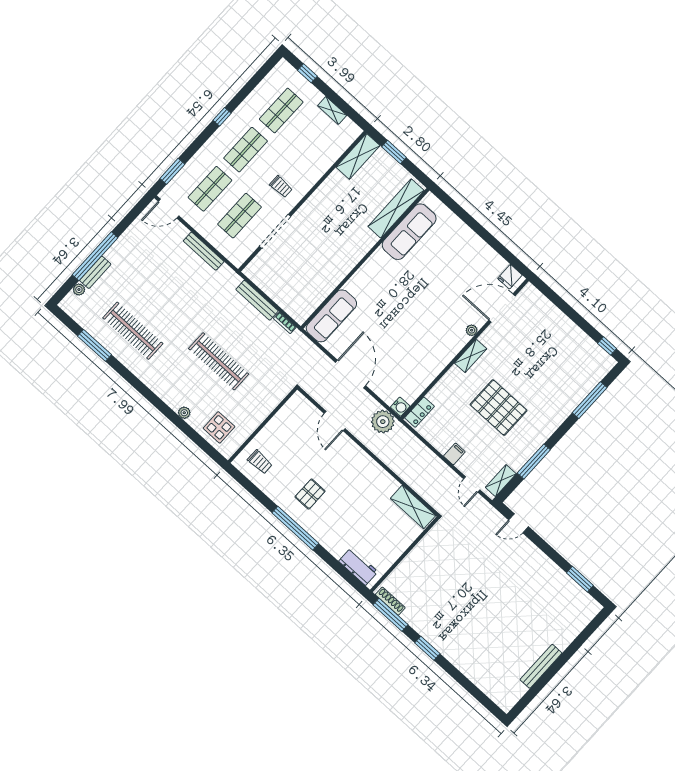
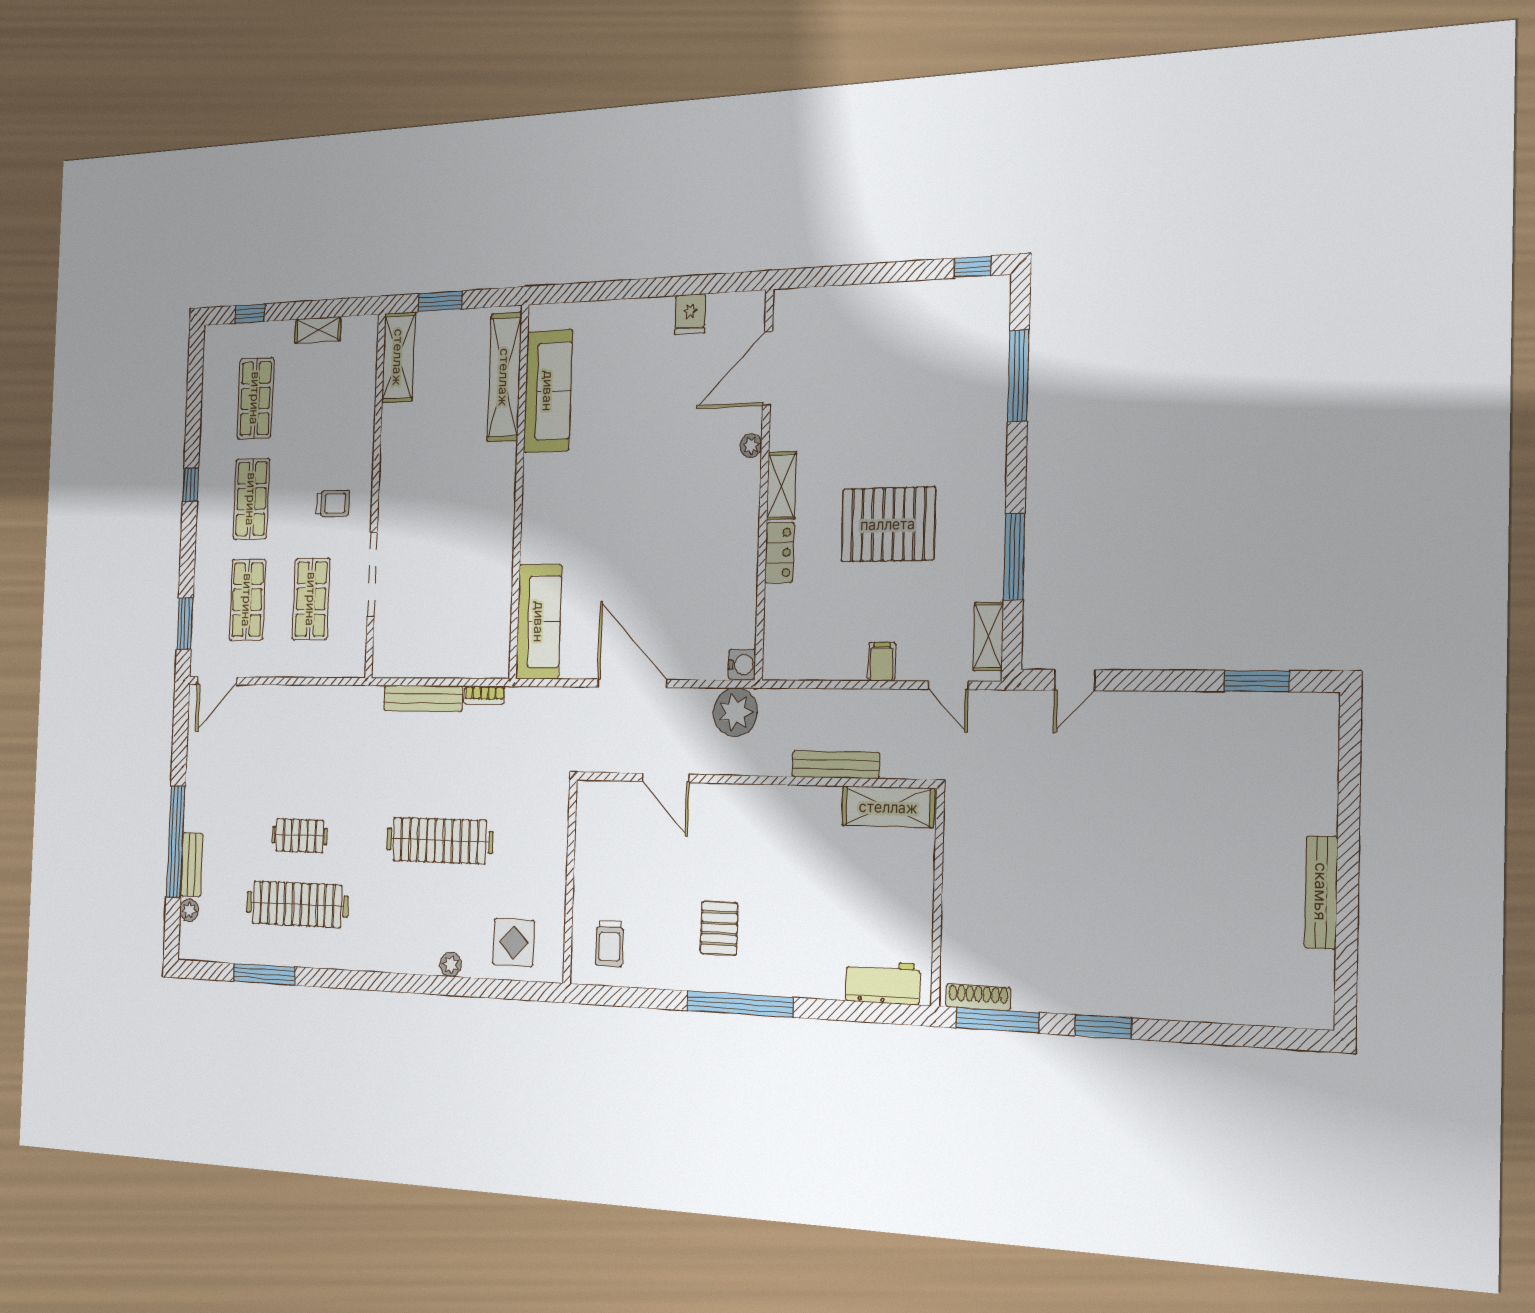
bench: (204, 251) -> (836, 765), moved
fridge: (510, 277) -> (690, 314), moved
clothes rail: (156, 305) -> (300, 836), added
locker: (420, 412) -> (779, 553), moved
trolley: (260, 462) -> (609, 944), turned 90

